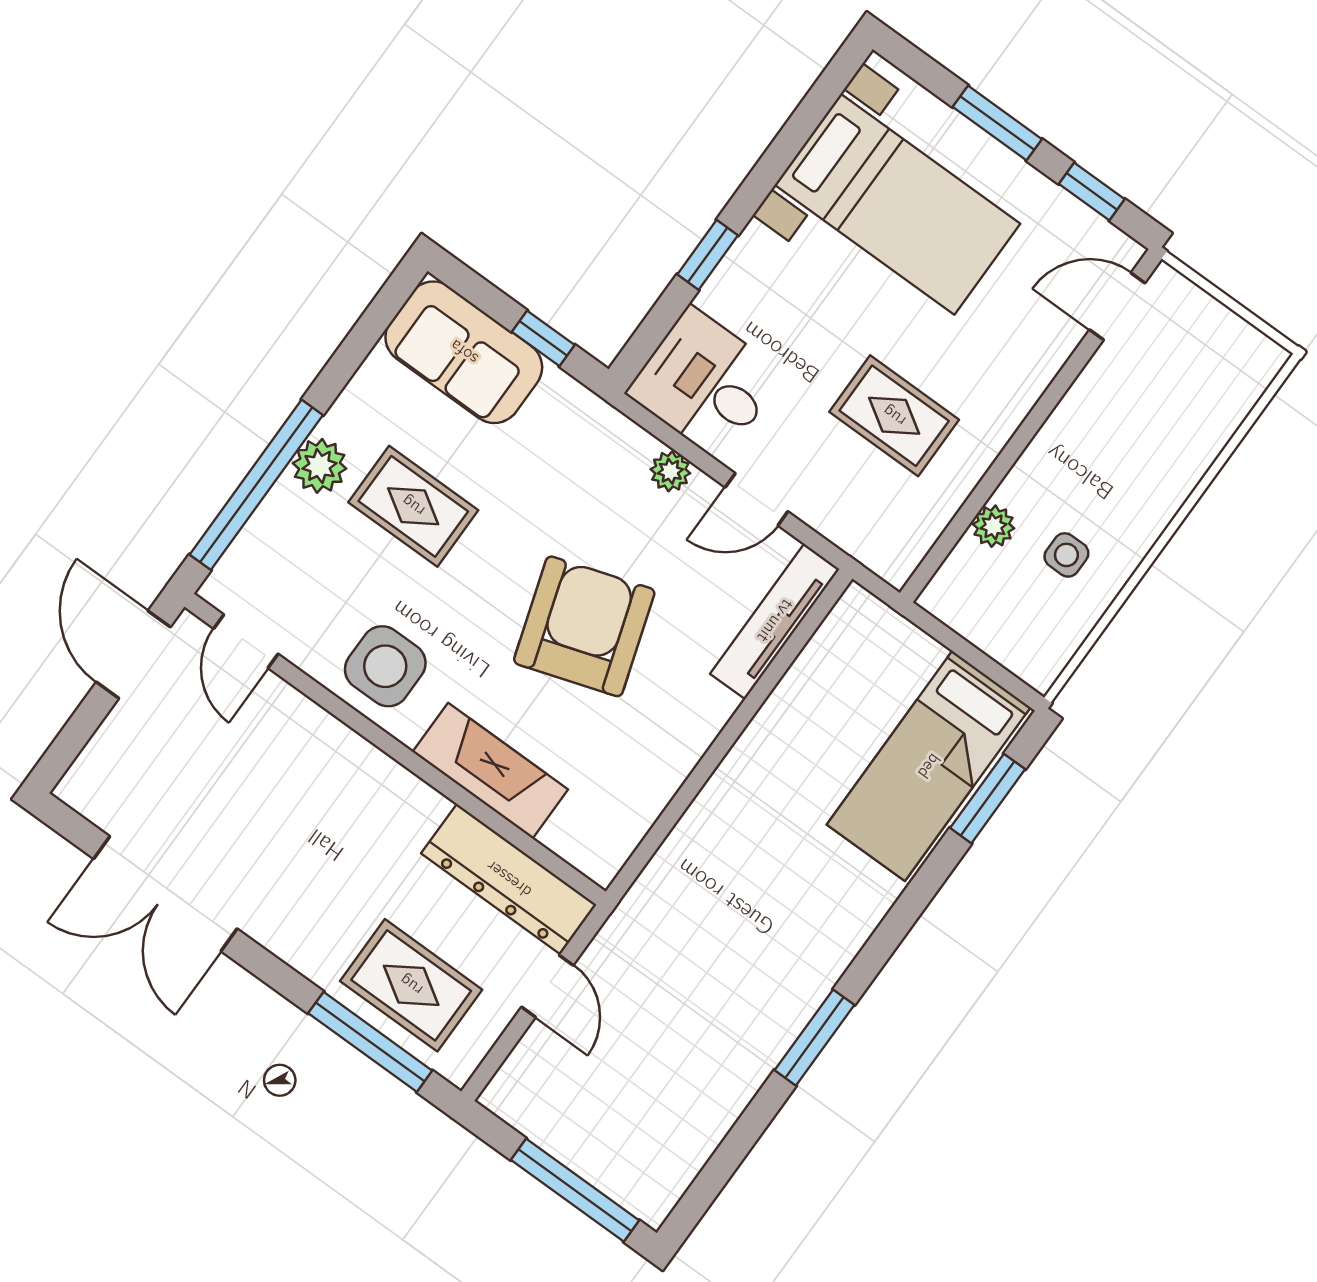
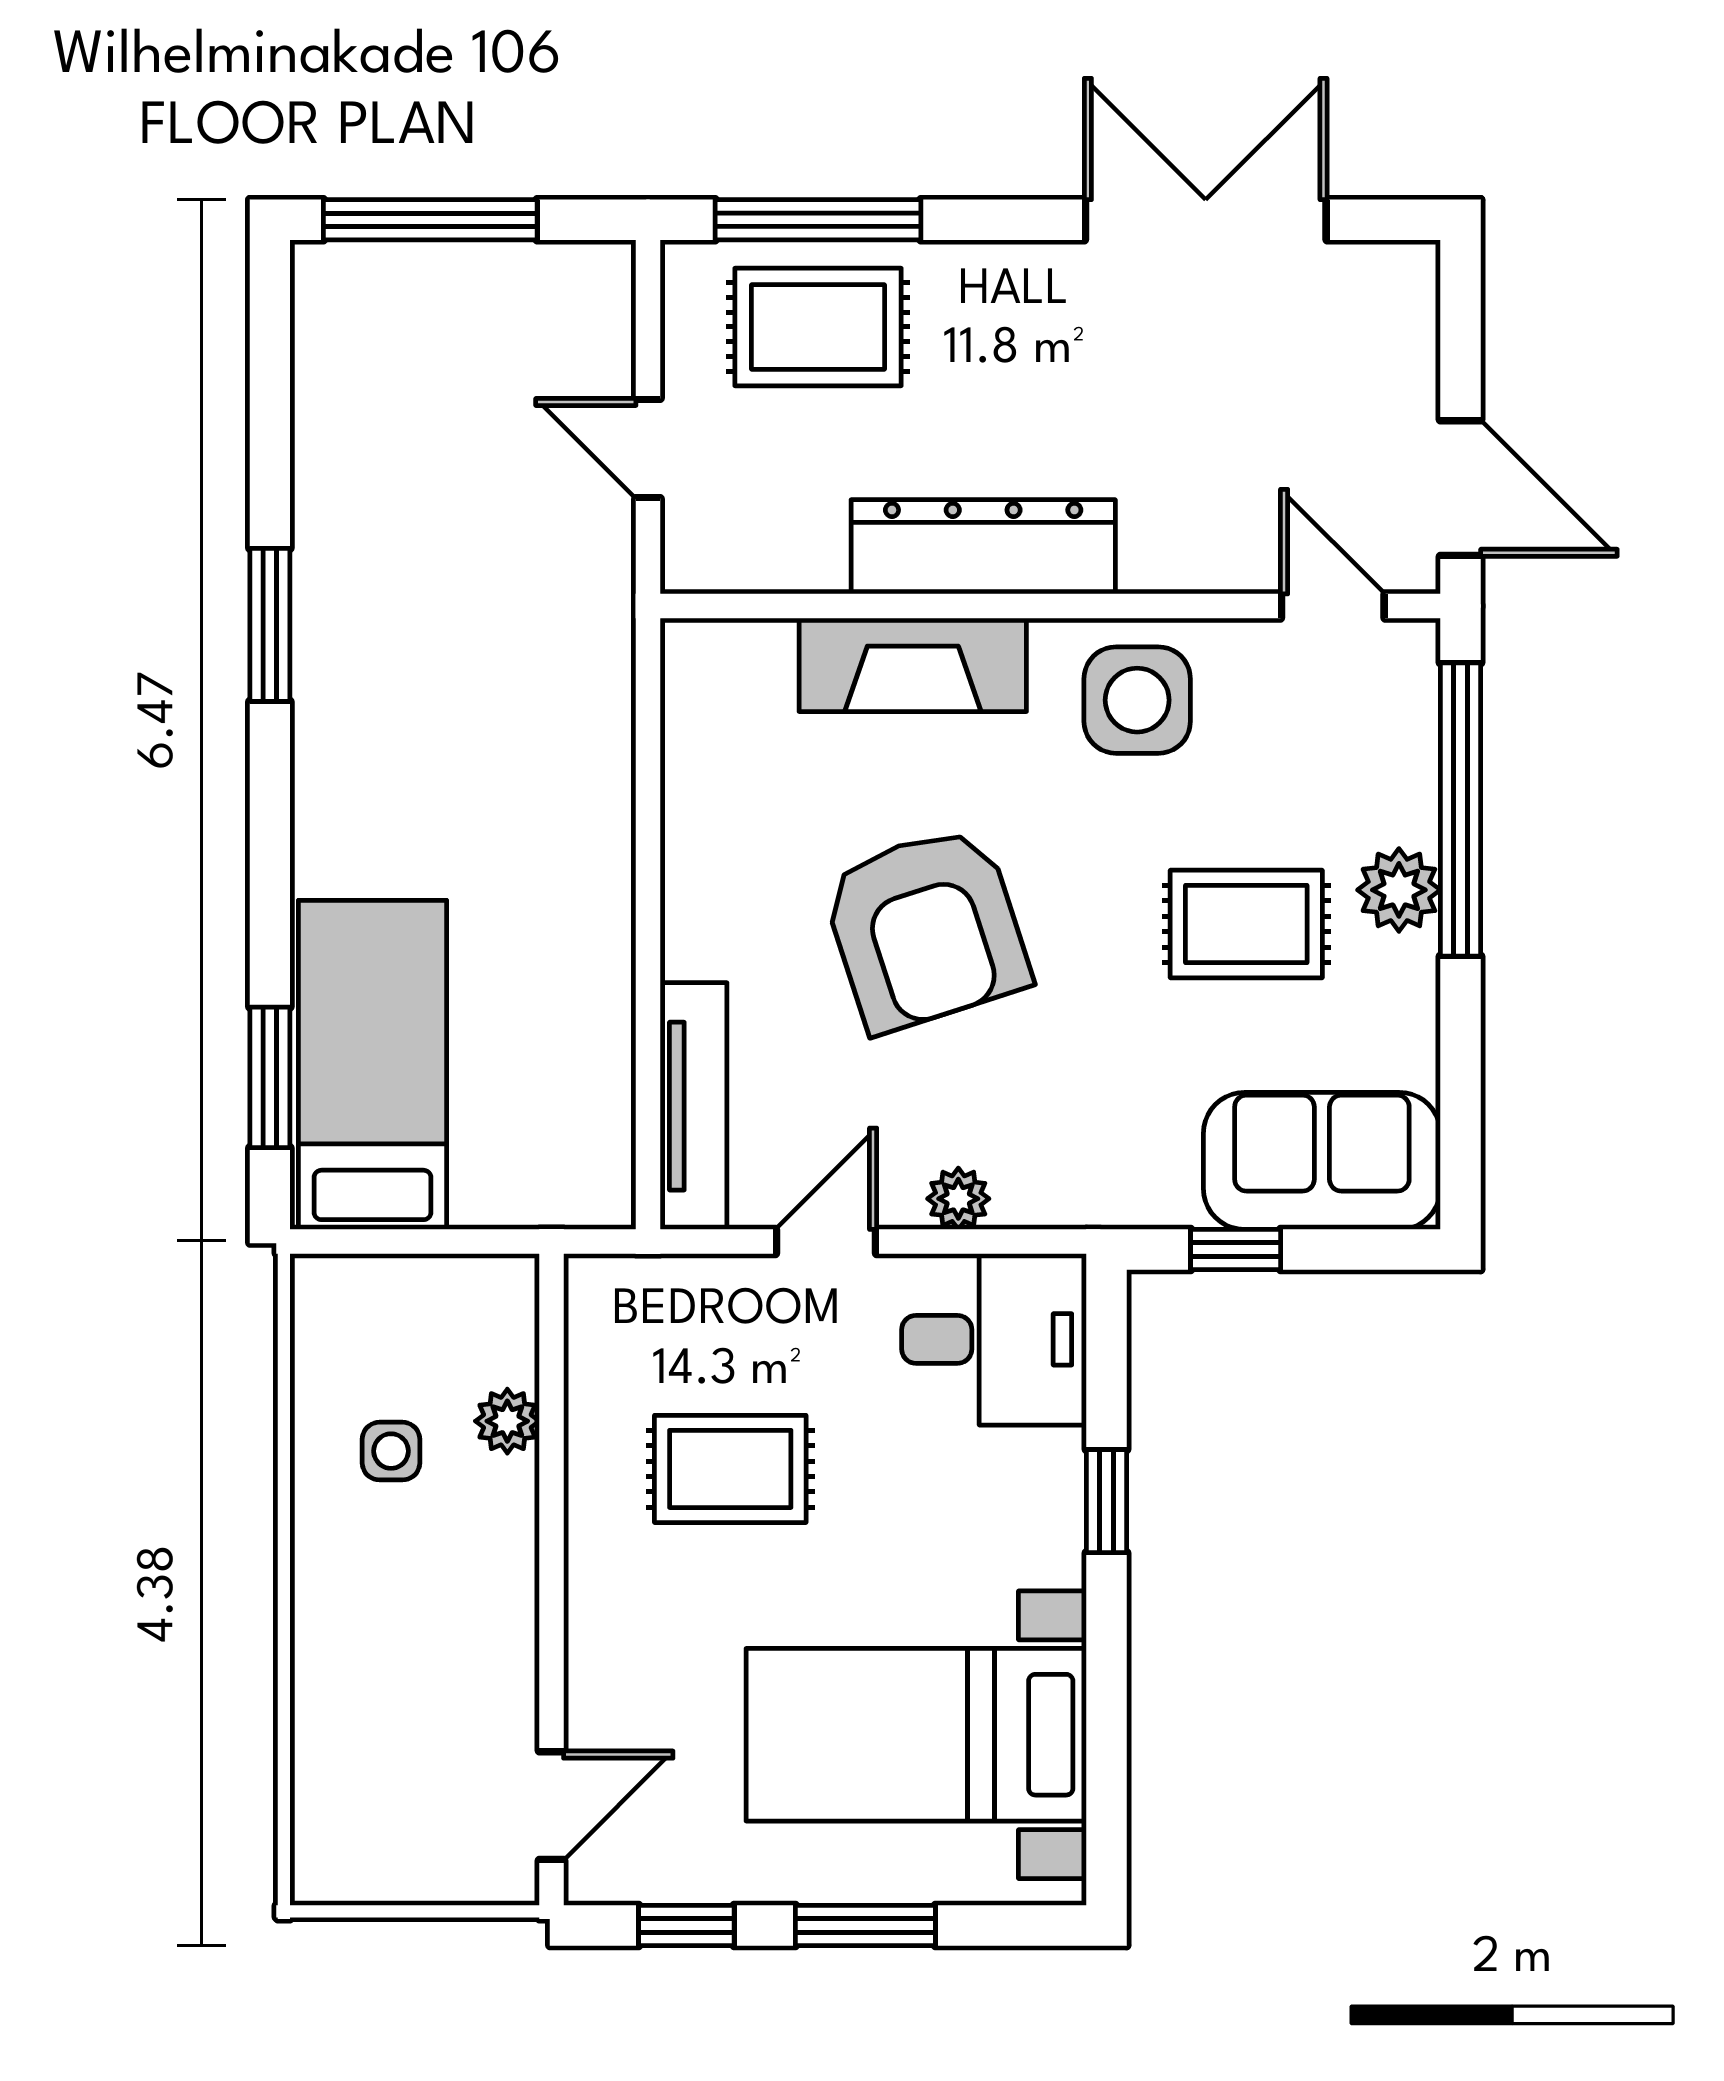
dresser: (509, 879) -> (983, 547), moved

